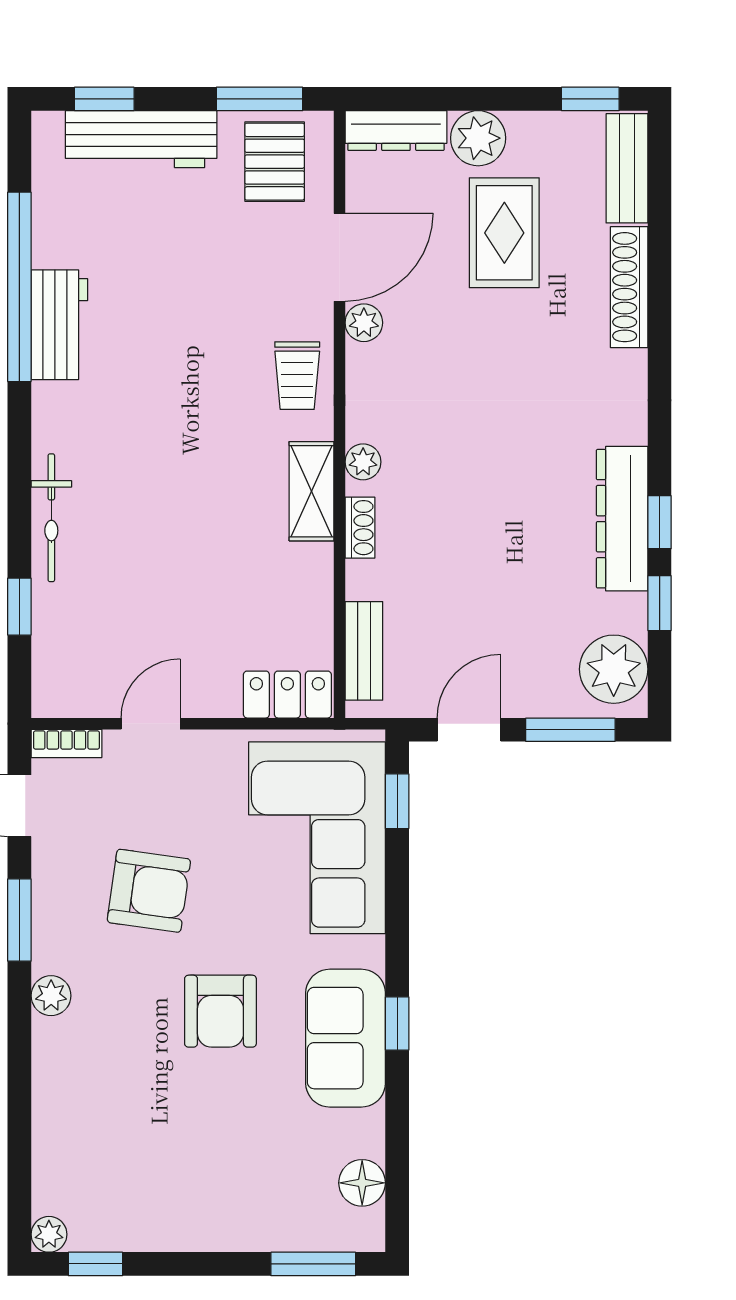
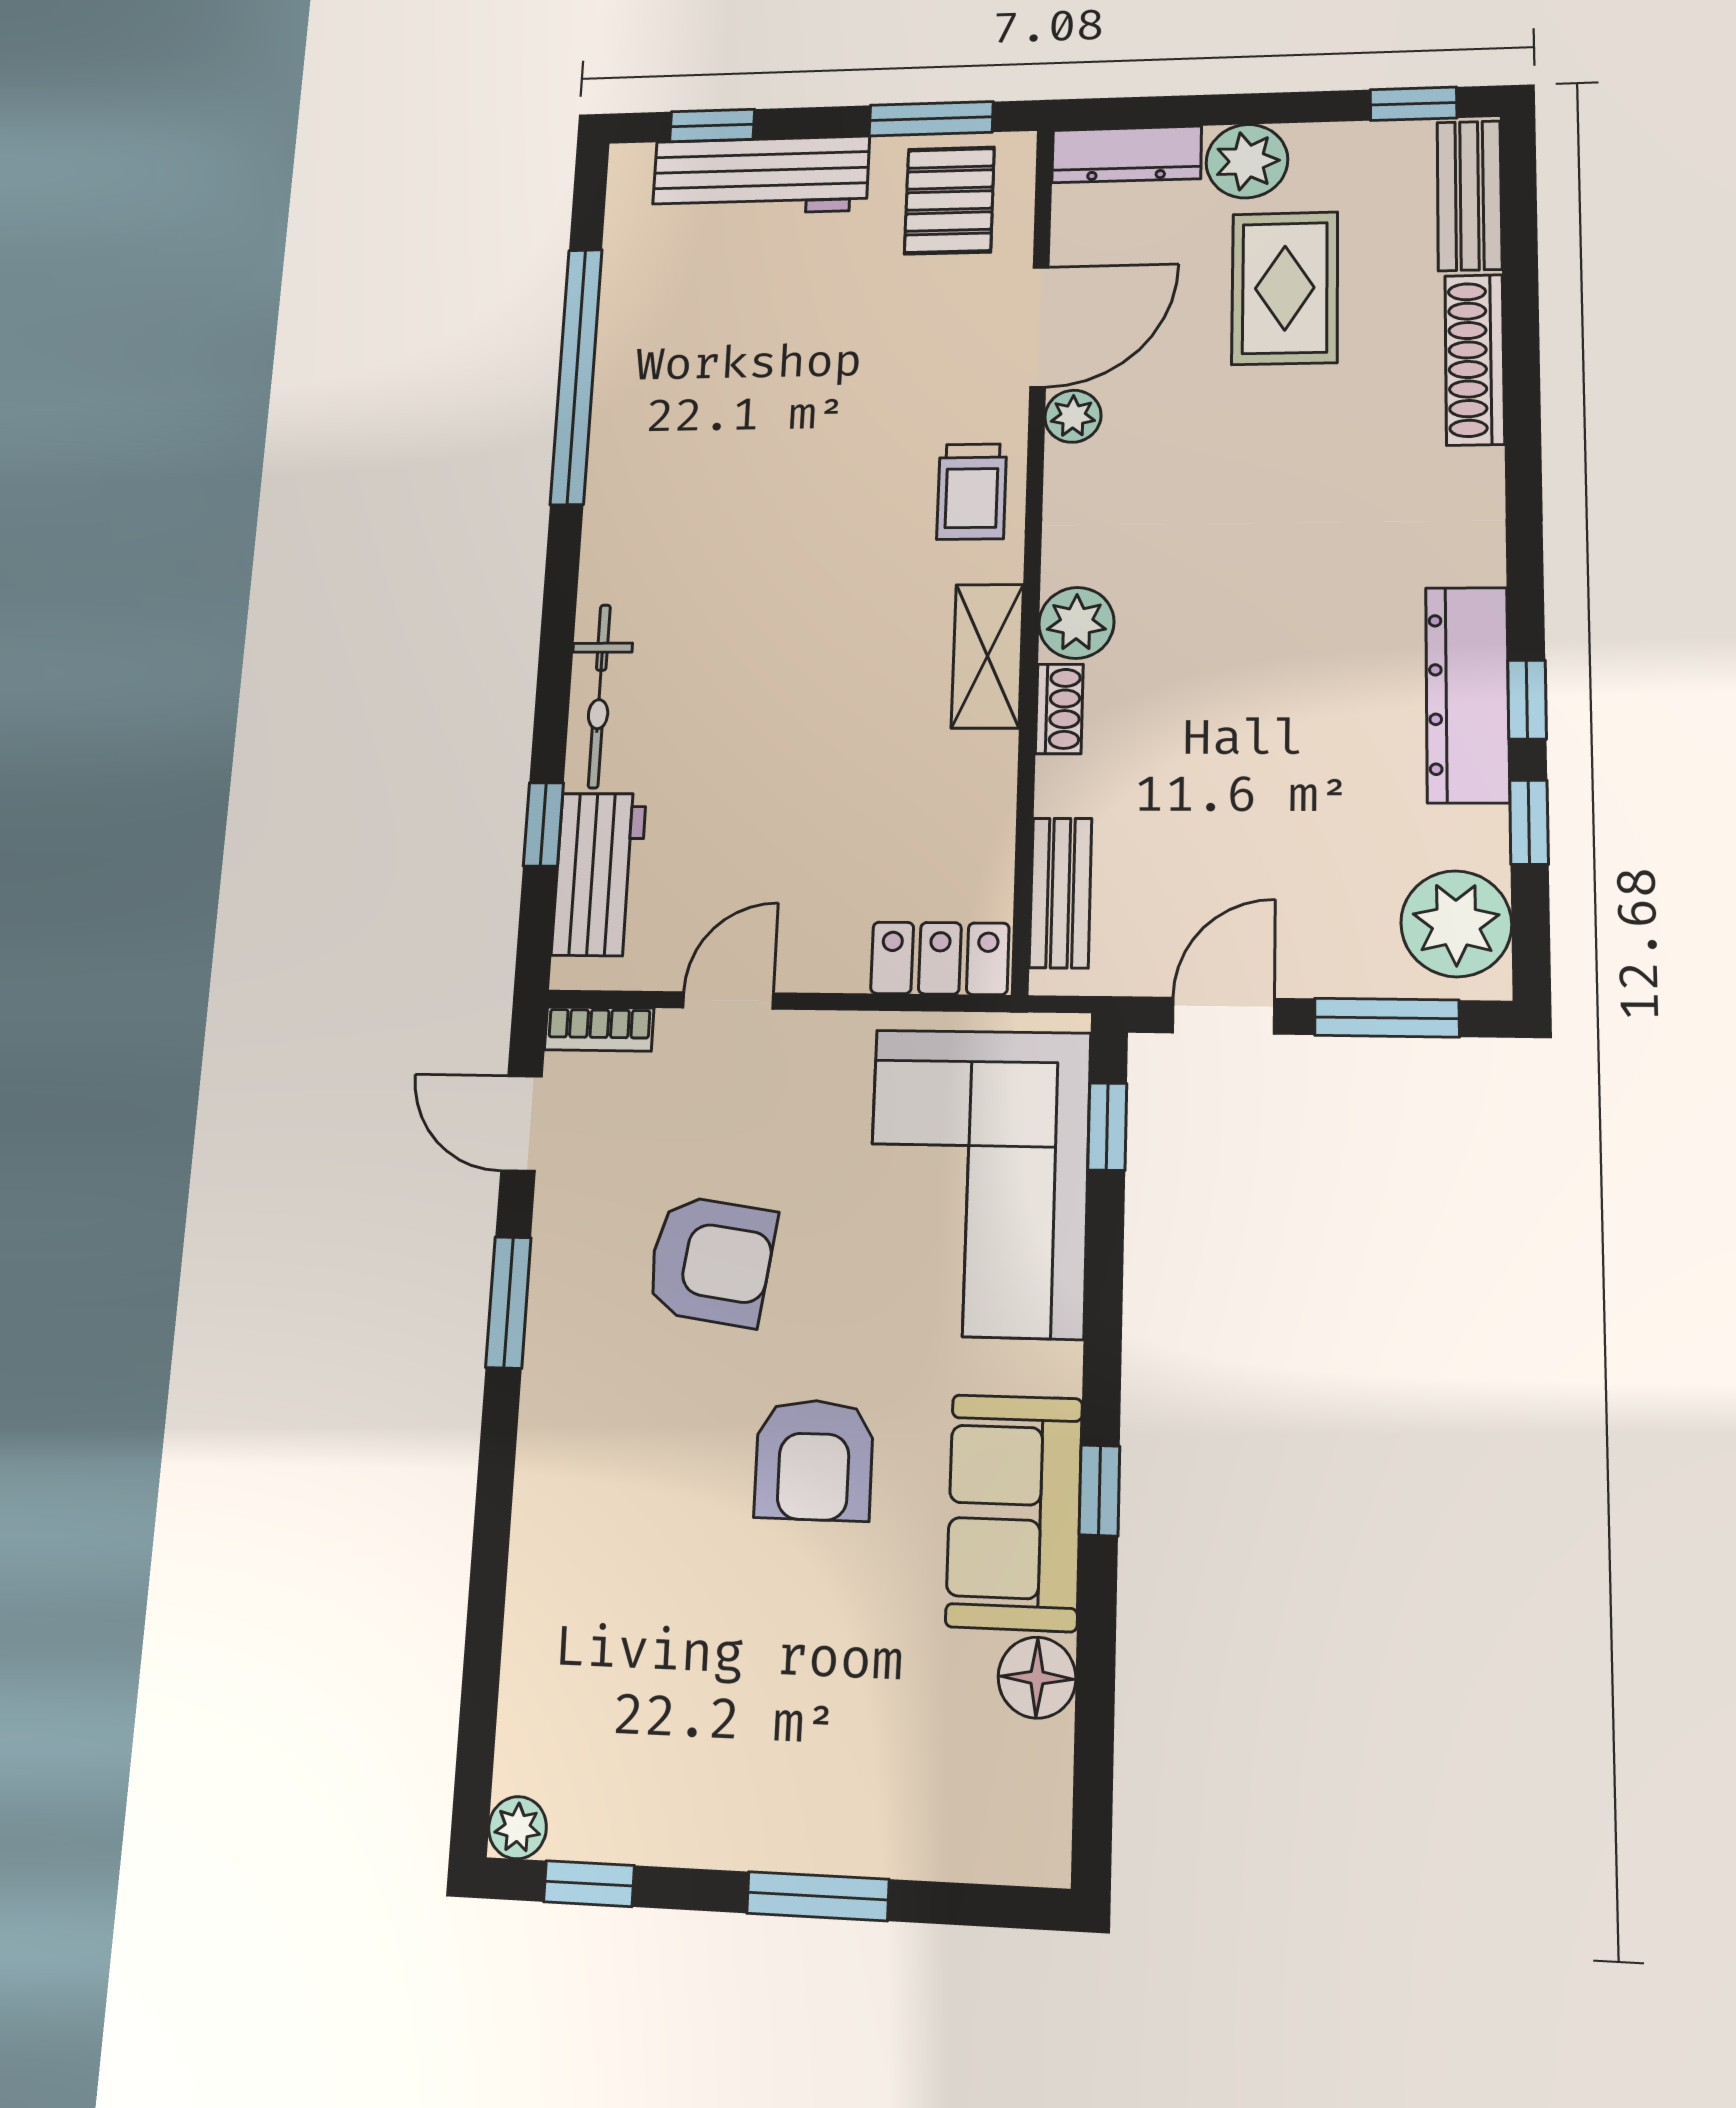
workbench: (59, 325) -> (599, 874), moved
plant: (363, 462) -> (1076, 623), width x1.38, depth x1.38
plant: (51, 996) -> (549, 1426), removed
floor lamp: (362, 1183) -> (1037, 1678), moved
window: (313, 1264) -> (818, 1896), moved

